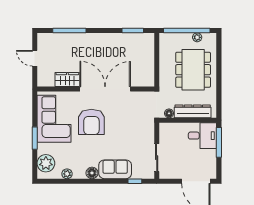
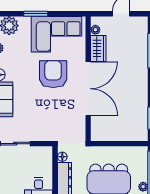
plant: (50, 82) -> (95, 30), added
armchair: (91, 122) -> (53, 74), turned 90

